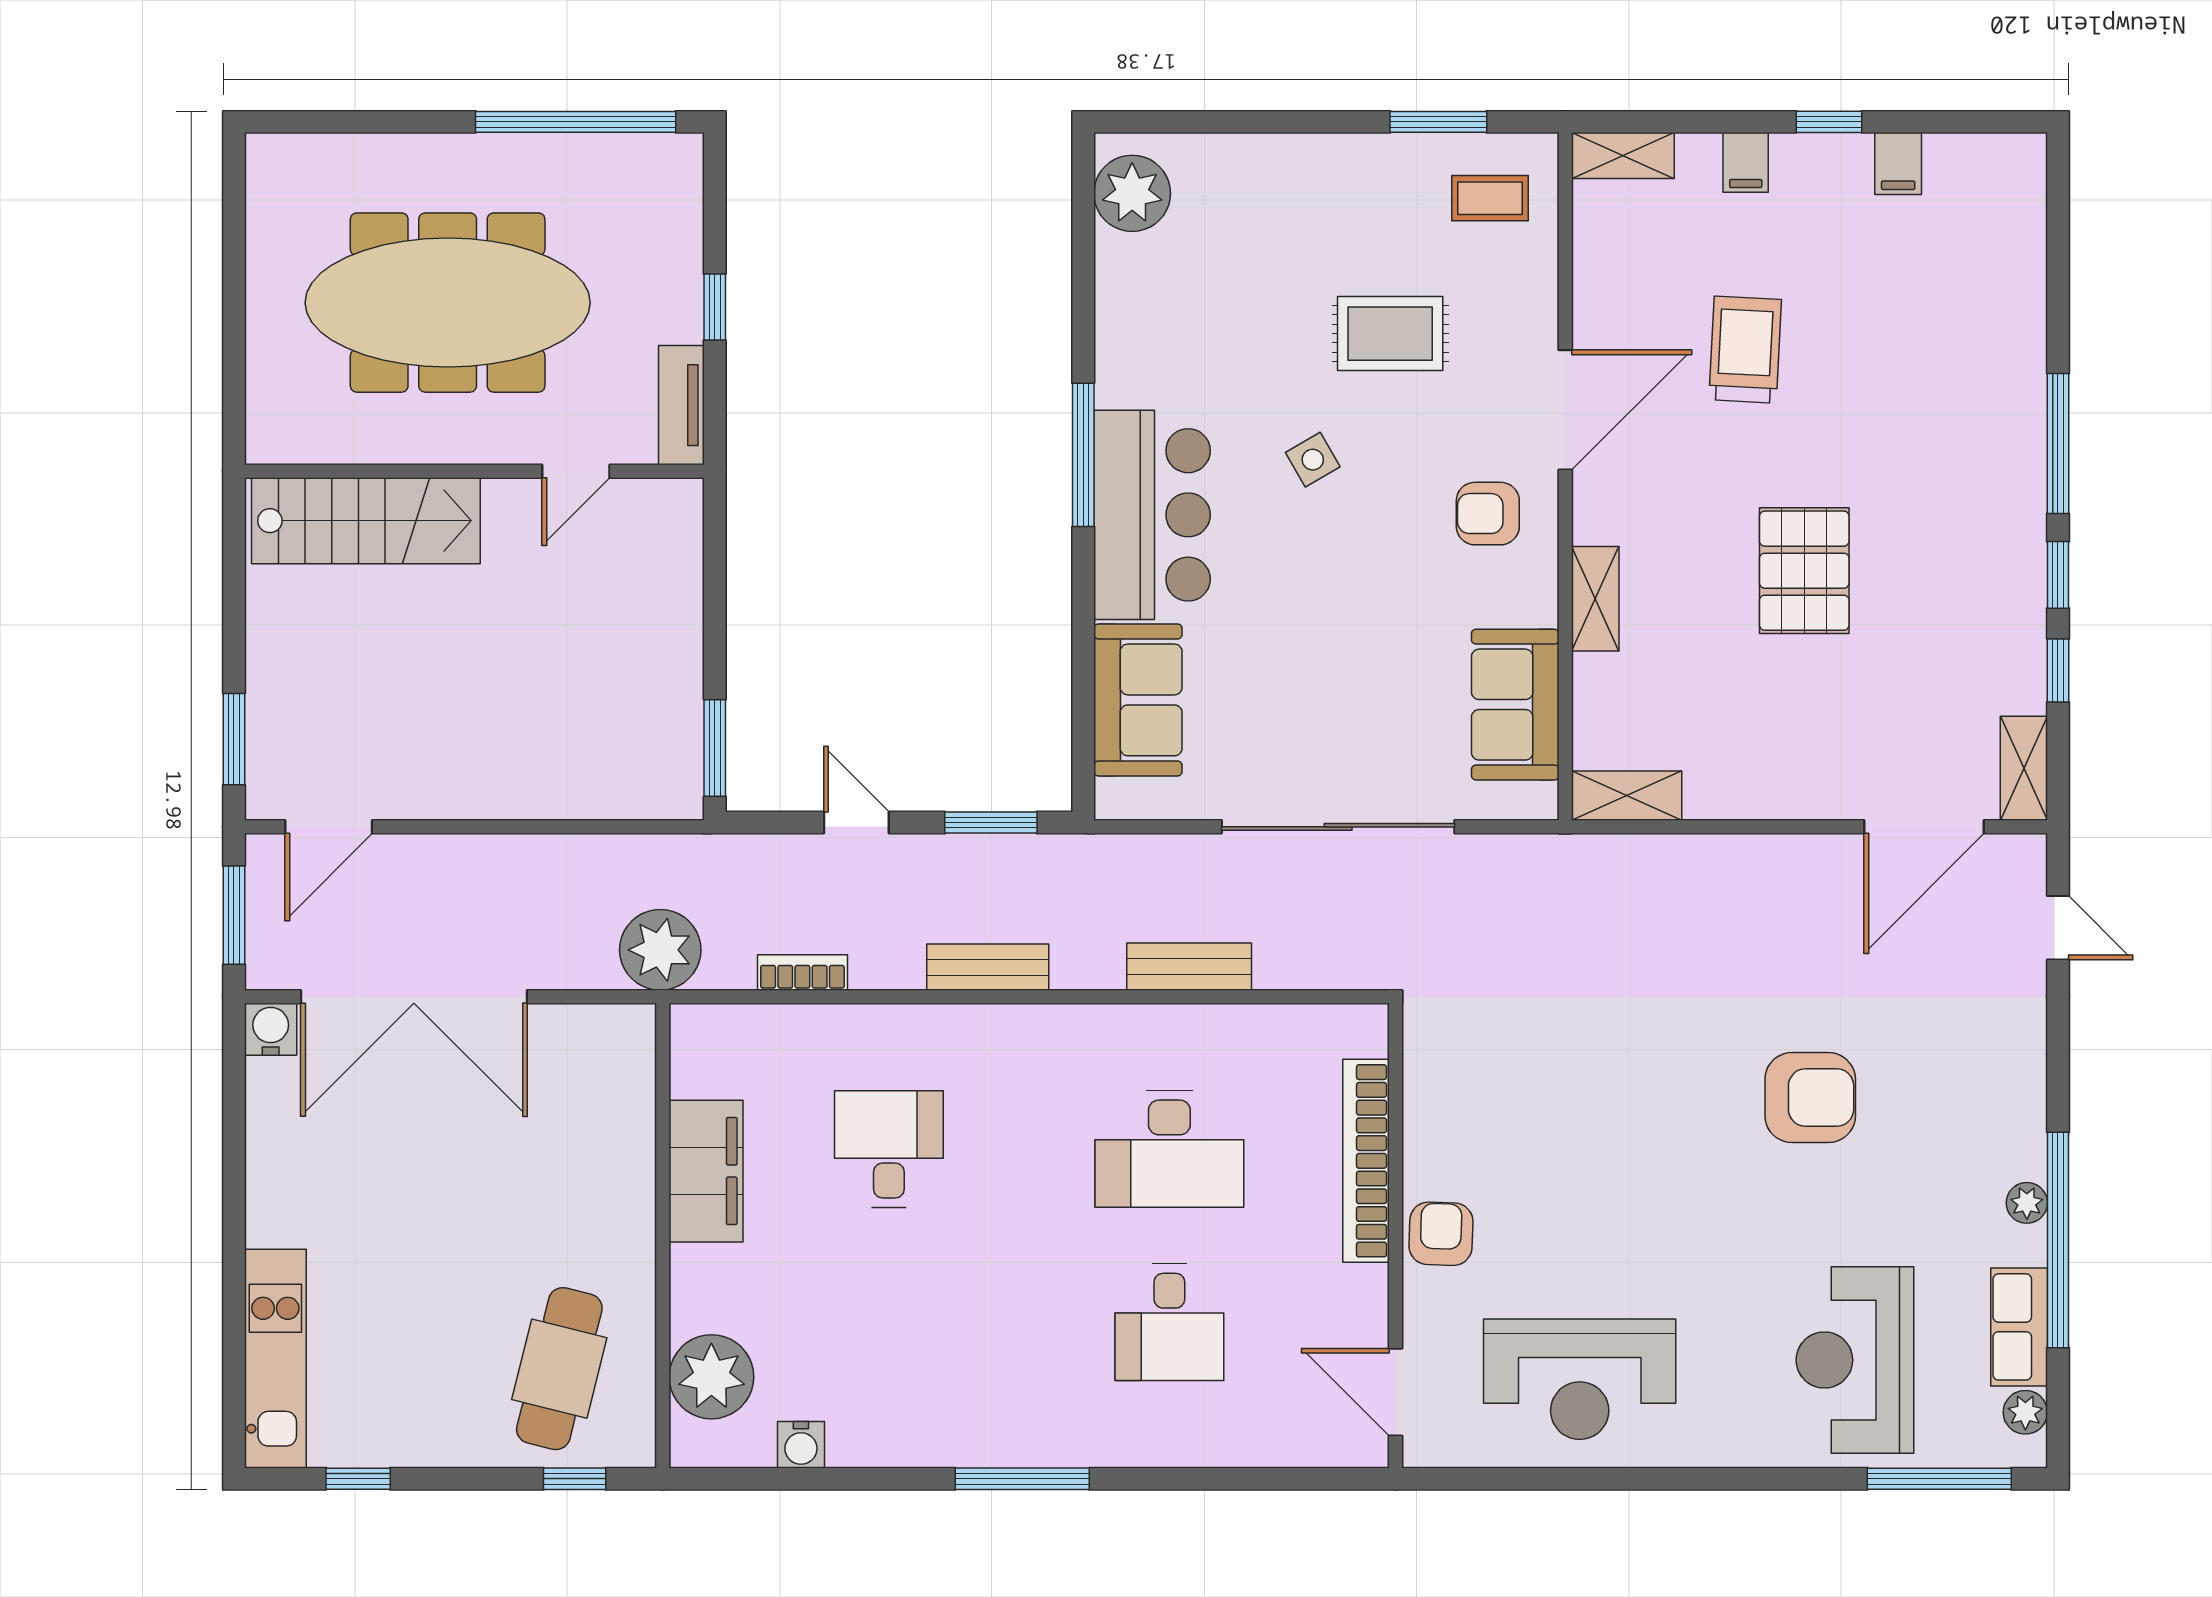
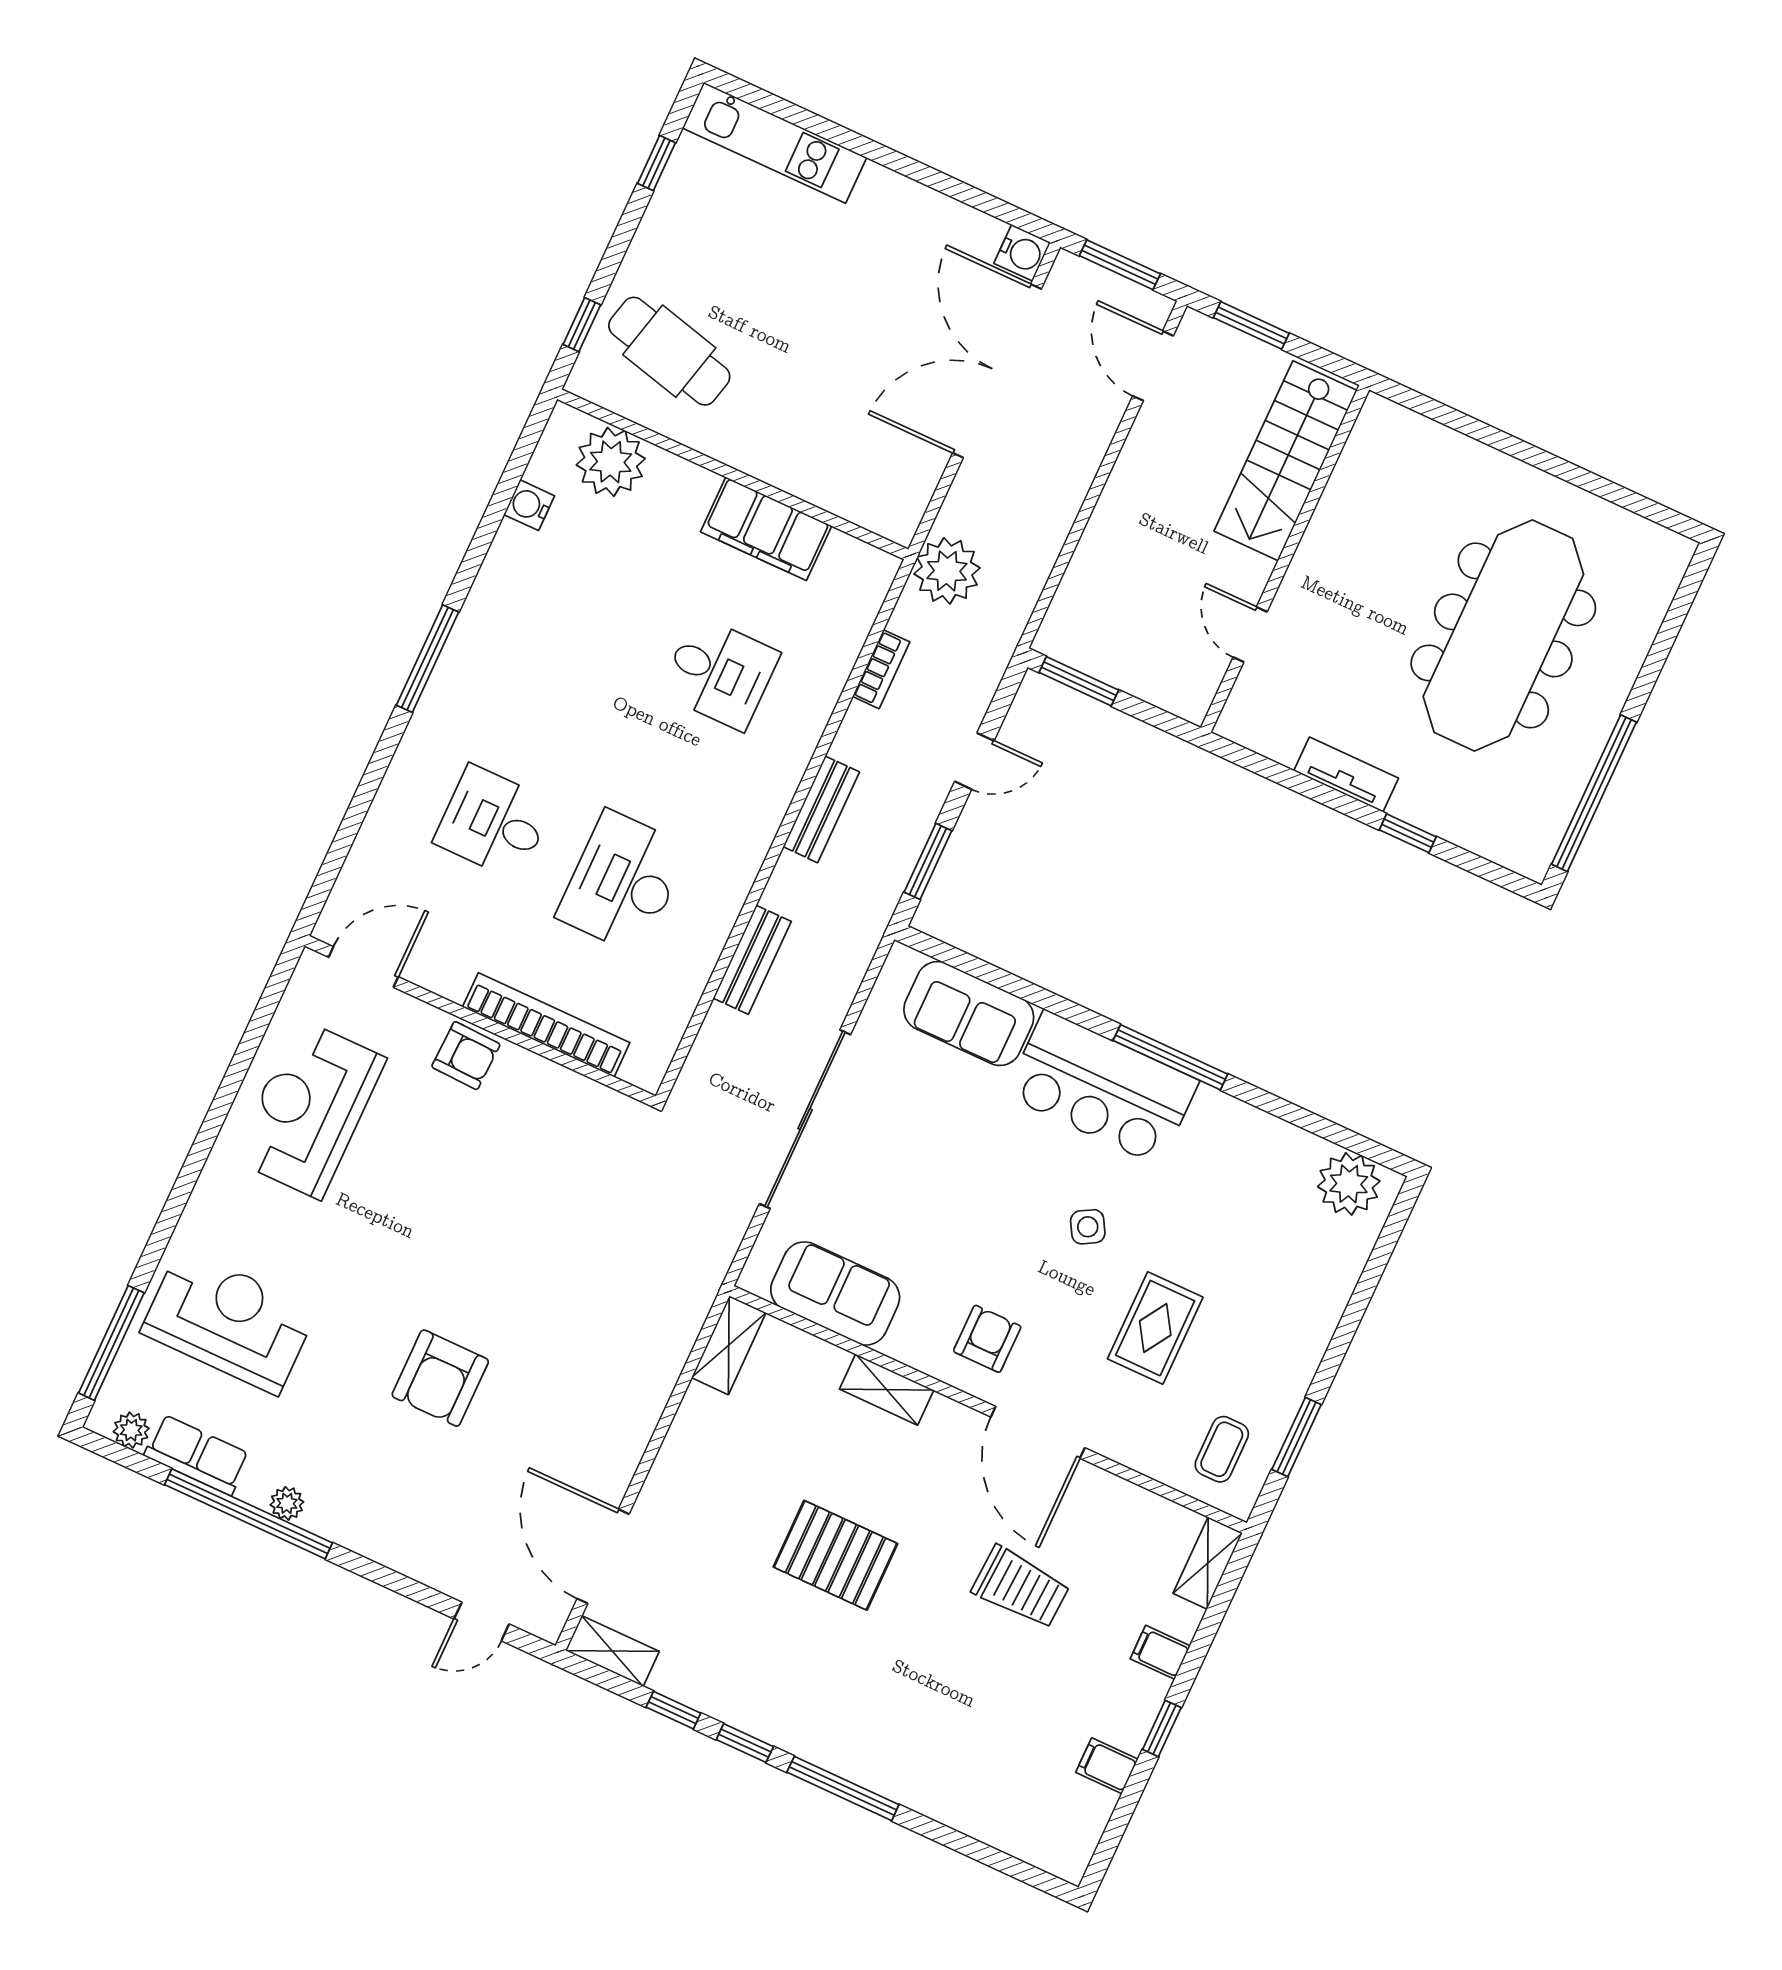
wall: (474, 471) -> (1285, 559), moved
door: (576, 471) -> (1250, 634), moved
stairs: (366, 521) -> (1286, 461), moved

